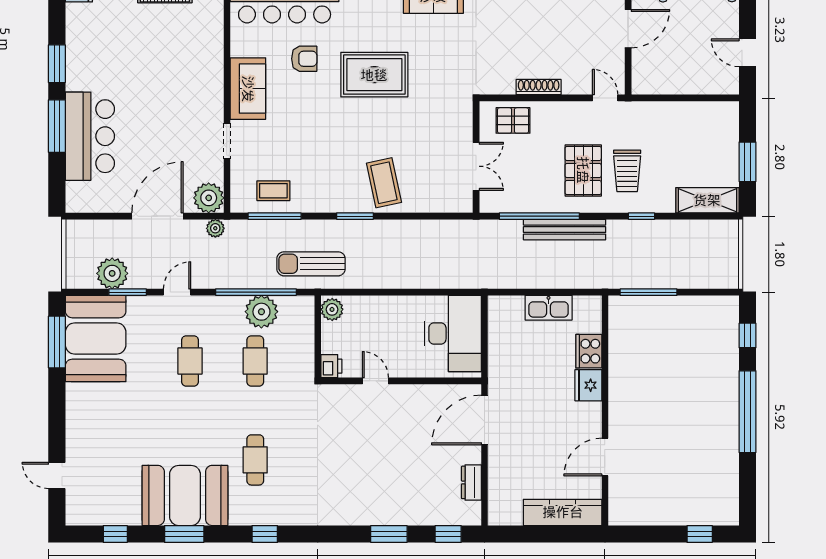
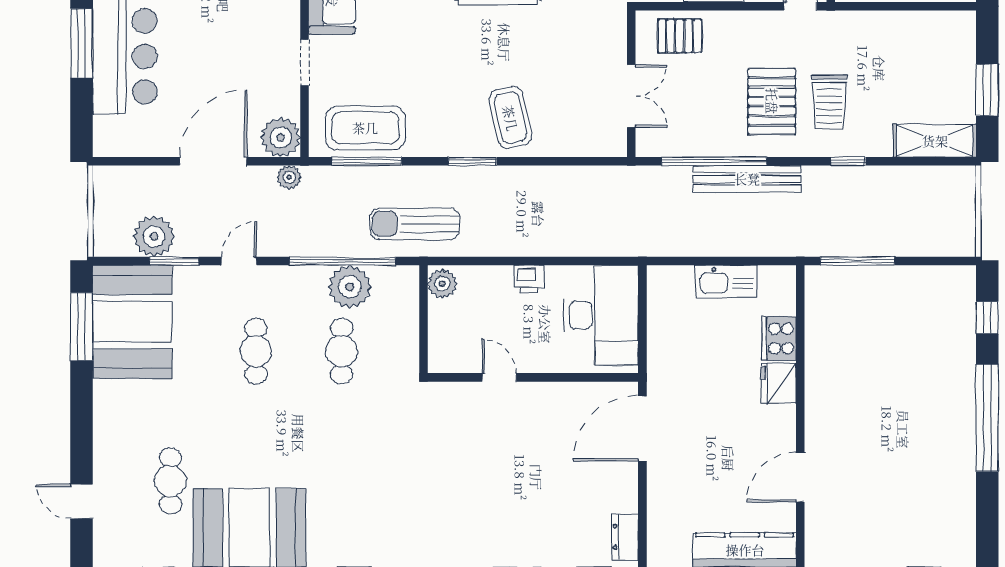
coffee table: (273, 191) -> (365, 128), width x1.86, depth x1.72
printer: (331, 366) -> (529, 279), moved, turned 90
cafe table: (255, 460) -> (170, 481), moved
dresser: (471, 482) -> (625, 537), moved

